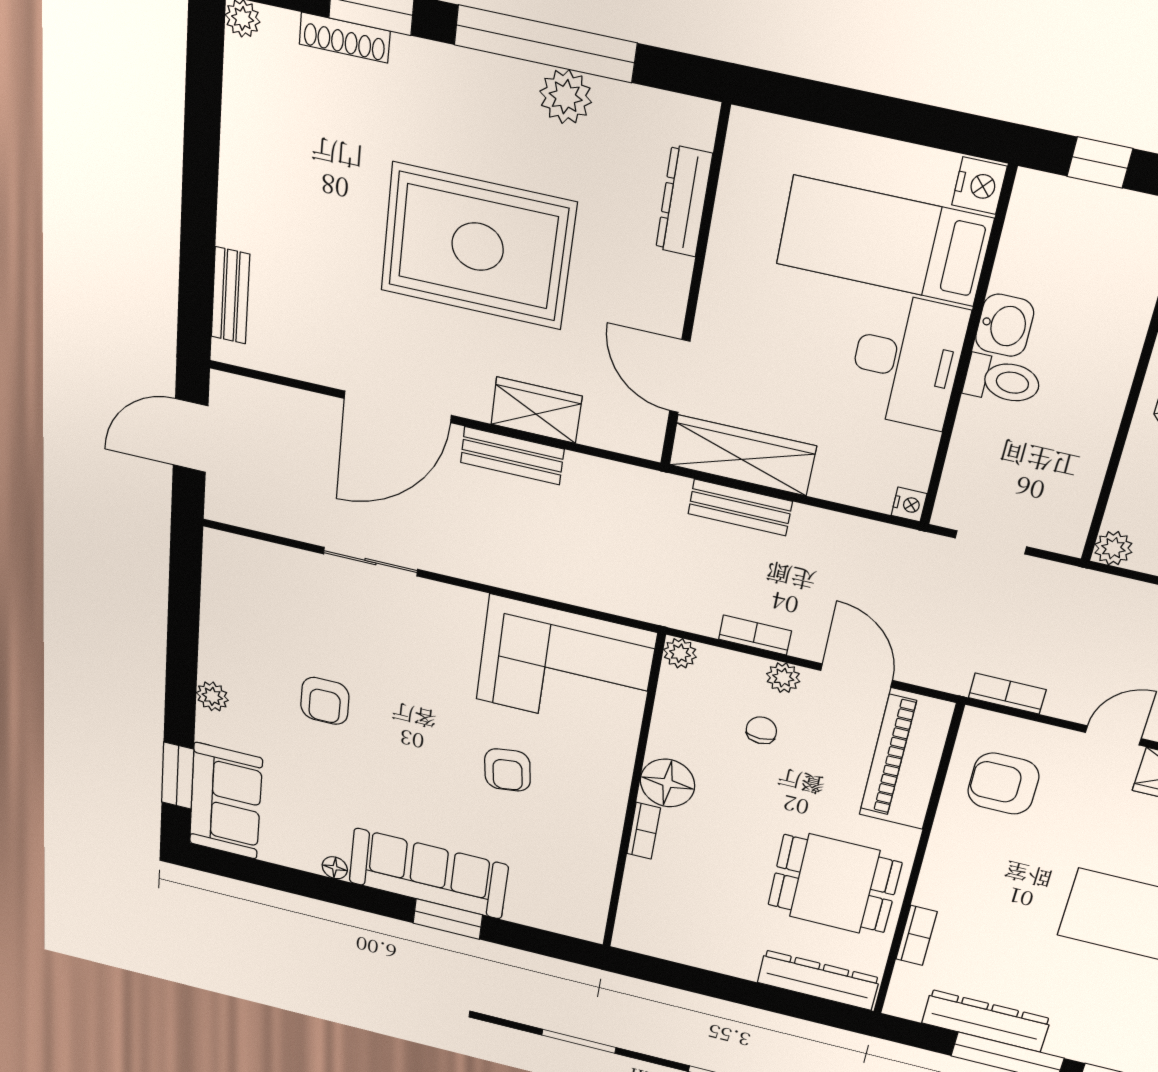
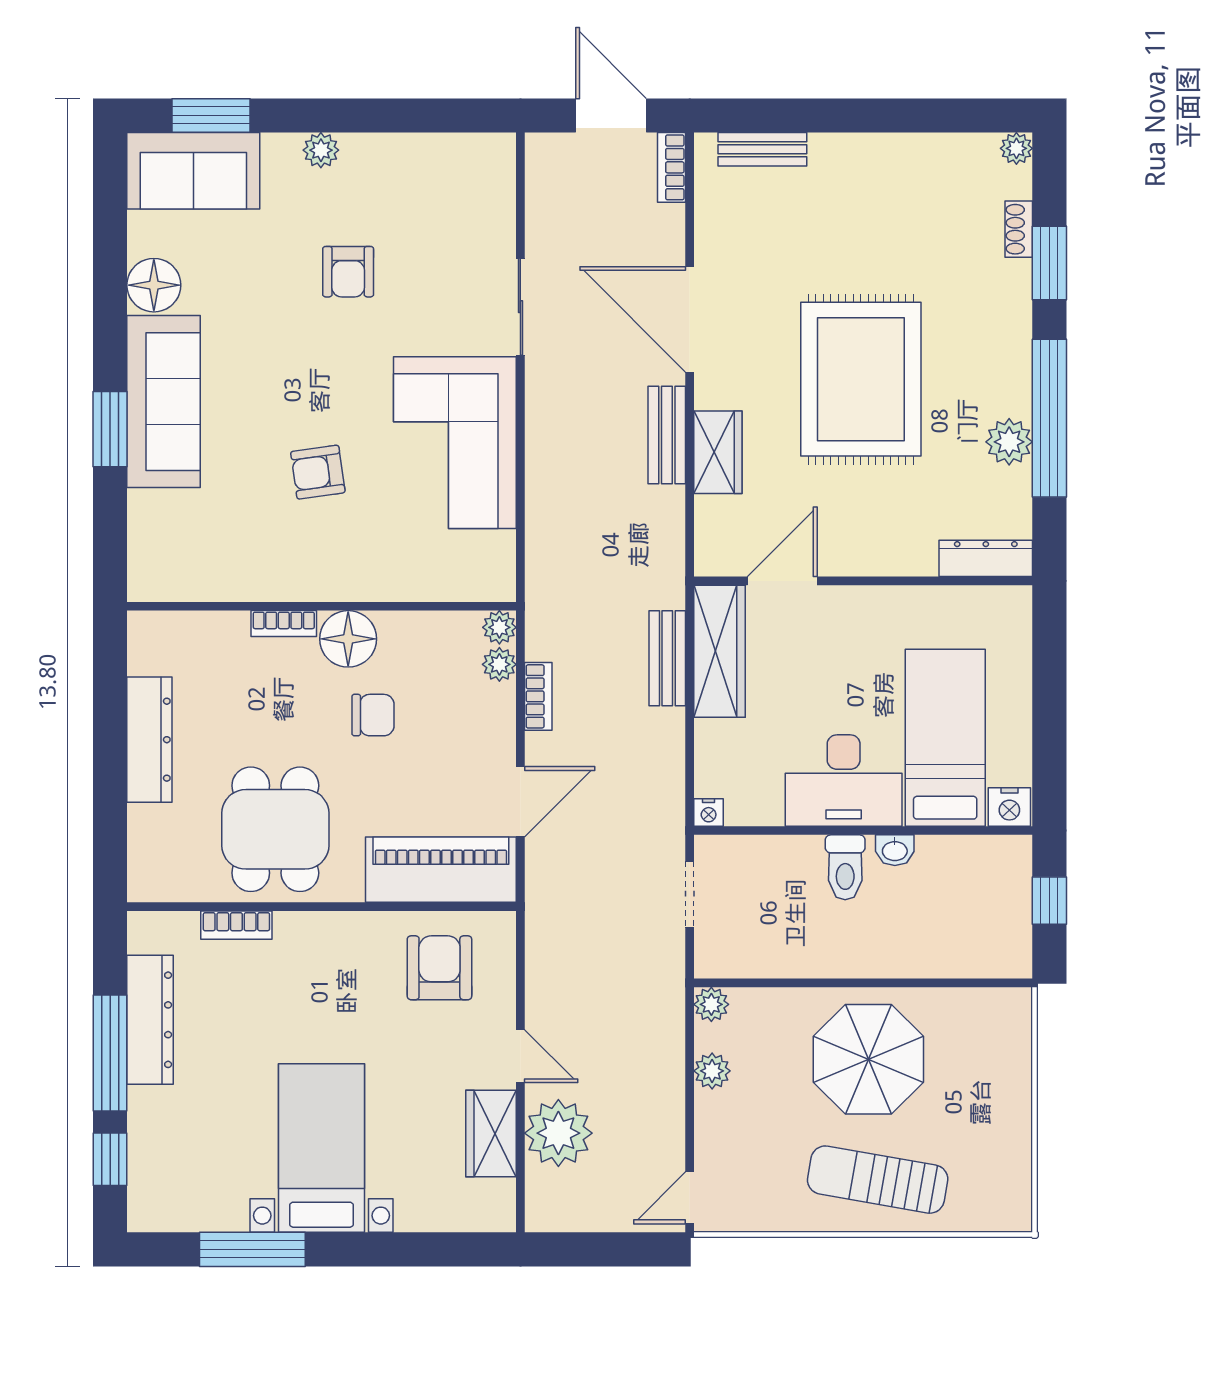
shoe rack: (345, 38) -> (1019, 229), width x0.70
dresser: (684, 201) -> (986, 558), moved
washbasin: (1005, 325) -> (895, 850), width x0.72, depth x0.69
corner sofa: (565, 666) -> (455, 443), moved
plant: (783, 678) -> (499, 664), moved
bookcase: (1007, 694) -> (671, 167), moved, turned 180
armchair: (325, 701) -> (348, 272), turned -90
chair: (761, 730) -> (373, 715), moved, width x1.37, depth x1.37
floor lamp: (335, 868) -> (154, 285), width x1.89, depth x1.89
dresser: (818, 980) -> (149, 740), moved

